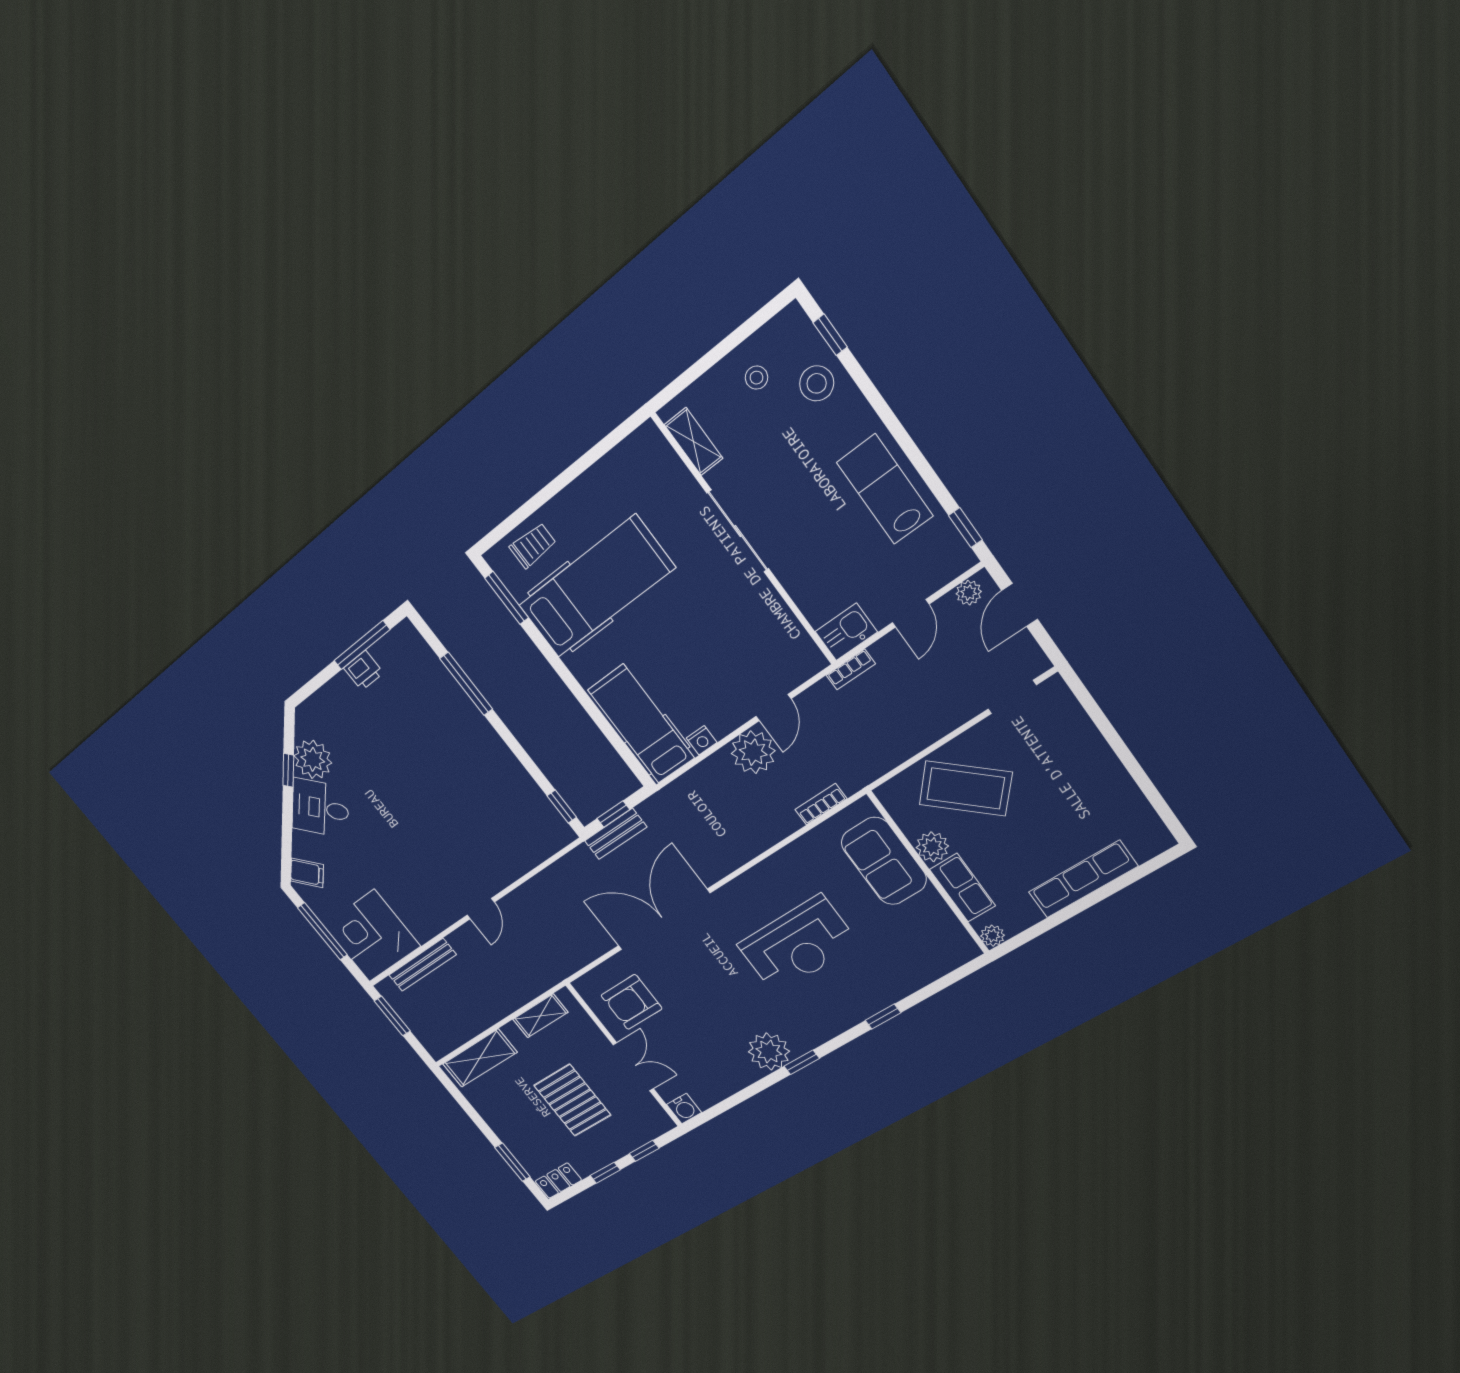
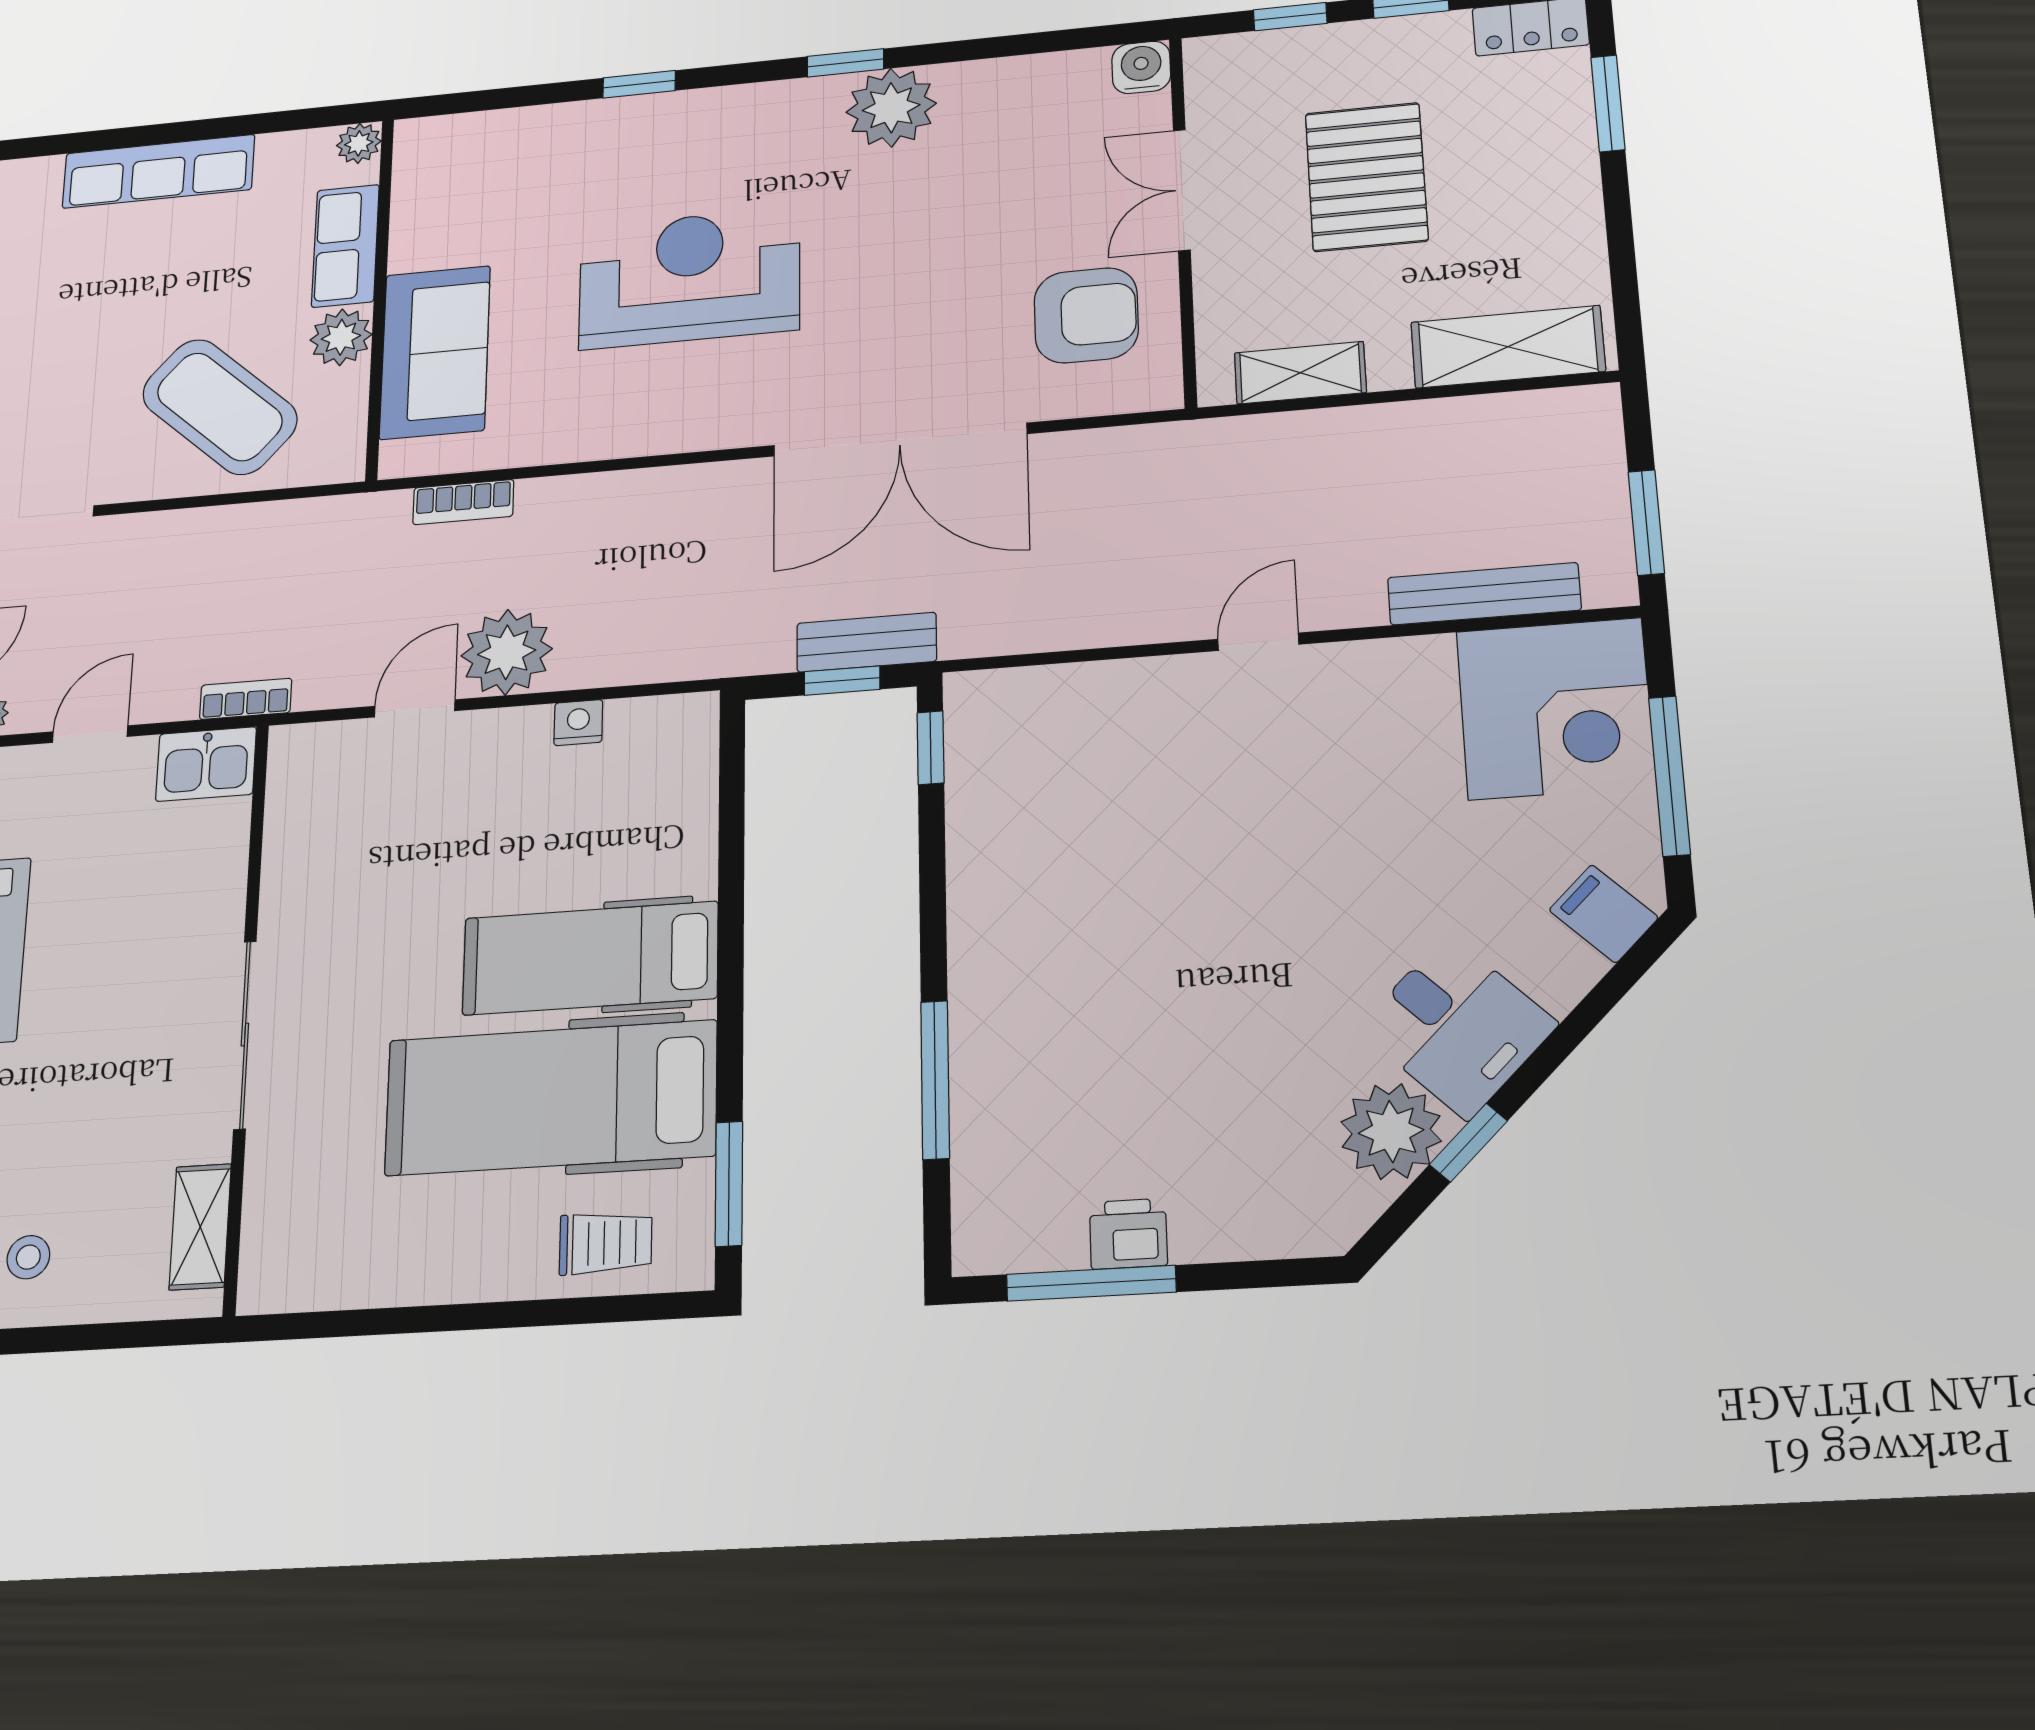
trolley: (533, 545) -> (606, 1243), turned 180
hospital bed: (641, 724) -> (590, 958), moved, turned 90

